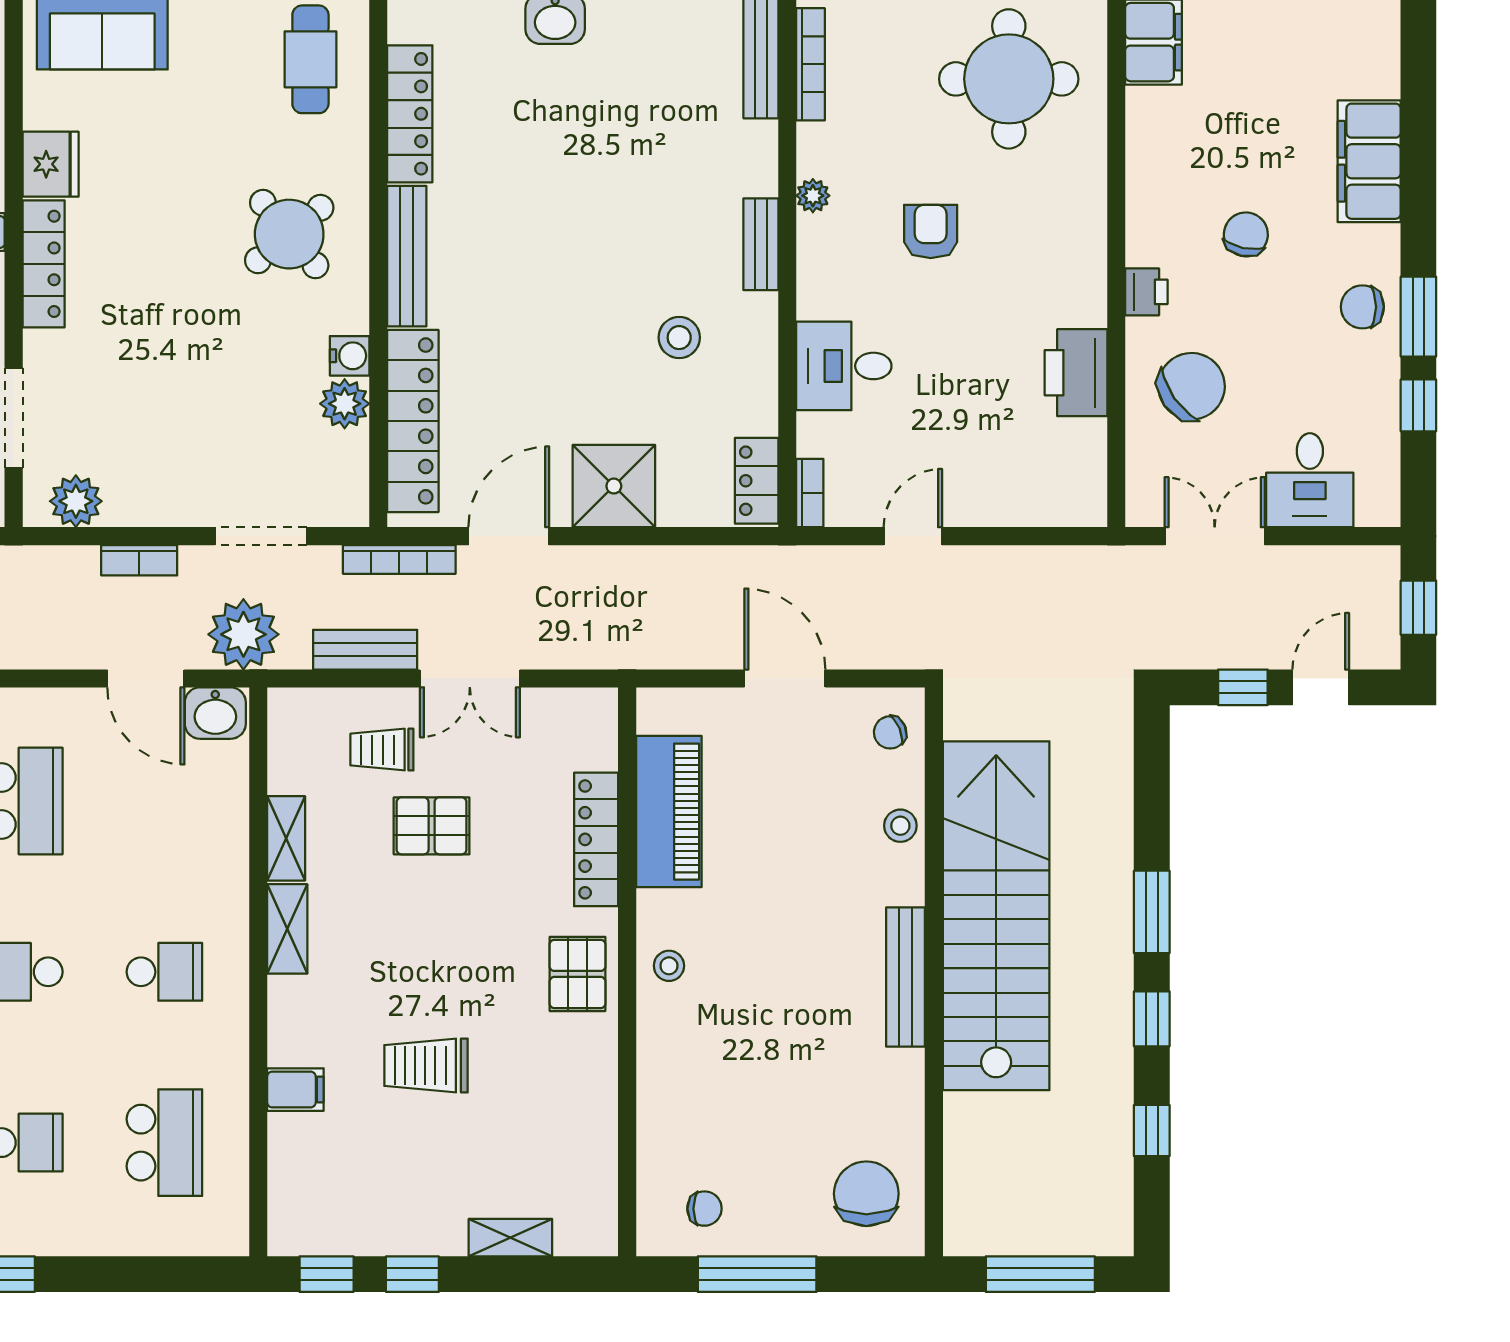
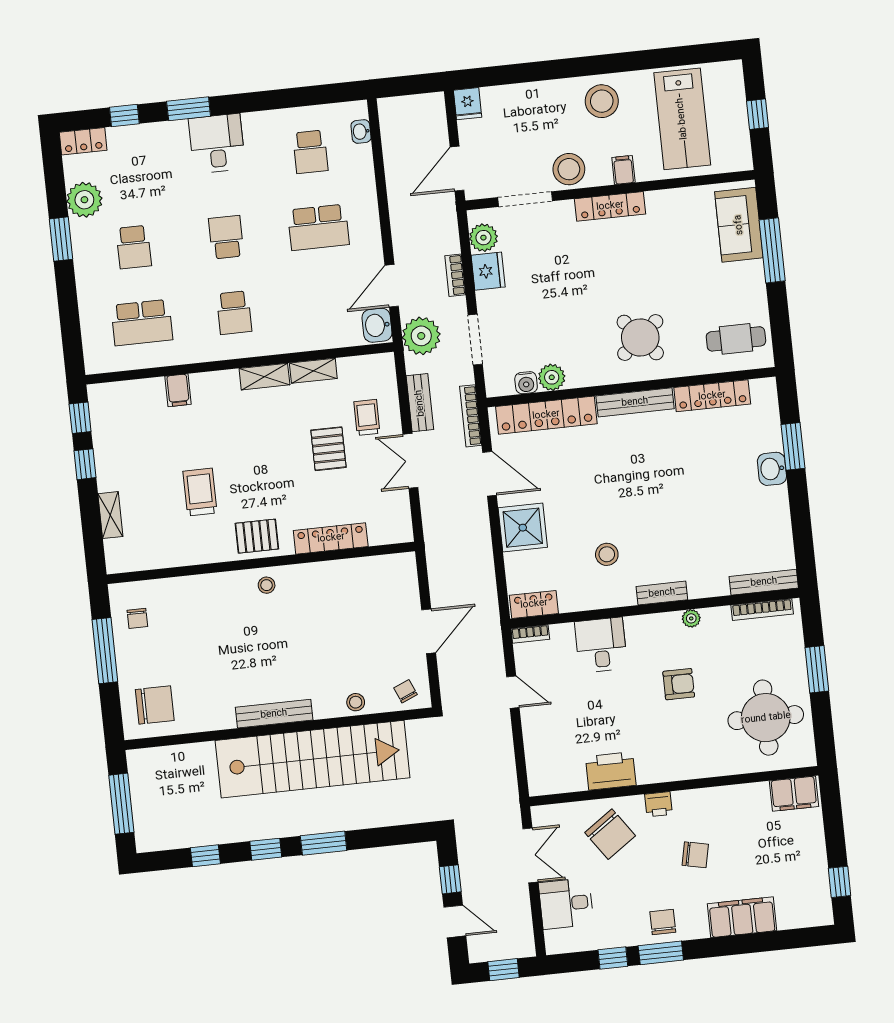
fridge: (51, 164) -> (488, 271), moved, turned -90
water cooler: (350, 356) -> (526, 383), moved
piano: (669, 812) -> (350, 576), removed
trolley: (426, 1066) -> (200, 492), moved

